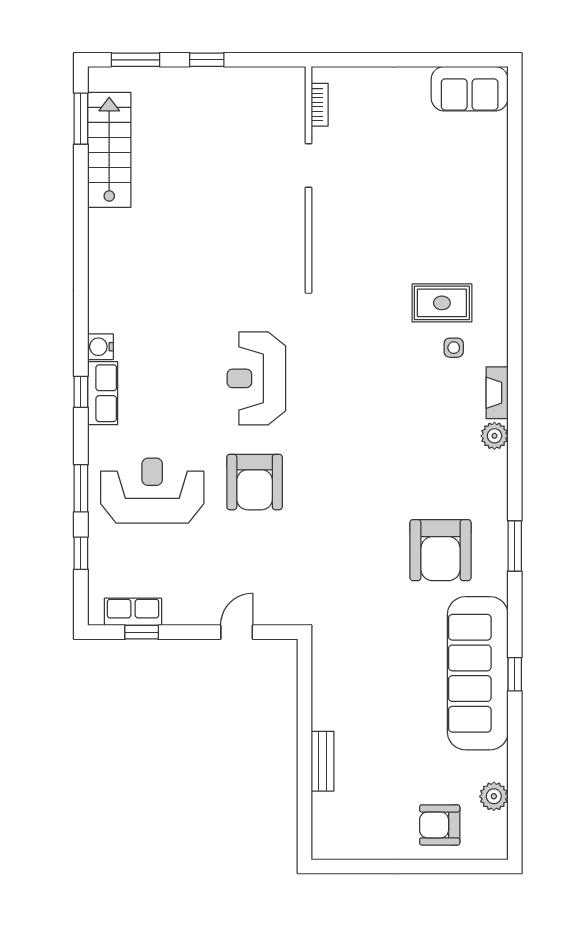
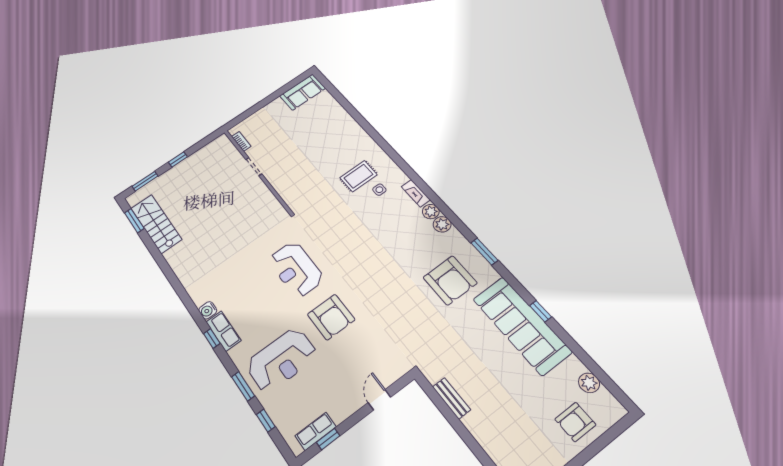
plant: (494, 466) -> (442, 224), added
reception desk: (152, 491) -> (282, 360), turned 180
bench: (323, 761) -> (451, 398), moved

